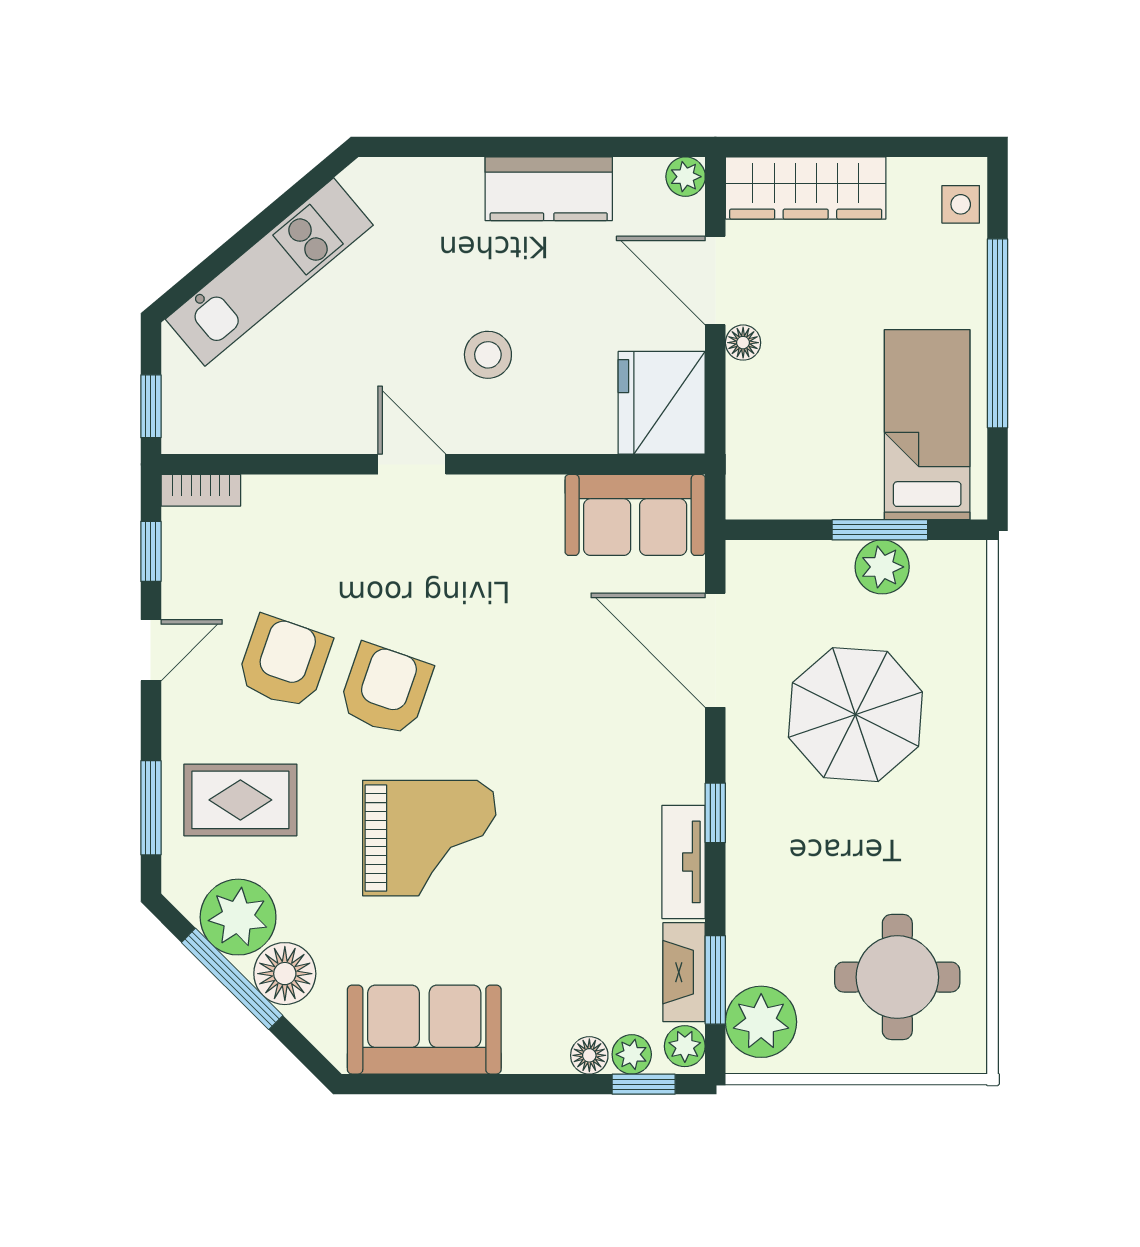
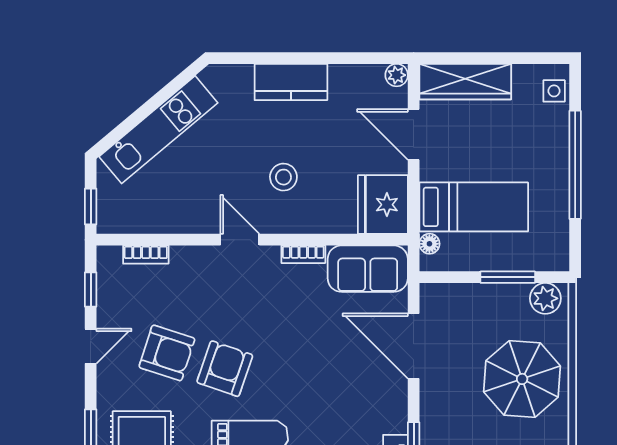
kitchen counter: (549, 189) -> (291, 82), moved
floor lamp: (743, 343) -> (429, 244), moved
bed: (927, 425) -> (474, 207), moved, turned 90
bookcase: (201, 490) -> (146, 255), moved
bookcase: (523, 490) -> (303, 254), added
plant: (882, 567) -> (545, 298), moved
armchair: (284, 662) -> (167, 353), turned 89
parasol: (855, 715) -> (522, 379), moved

